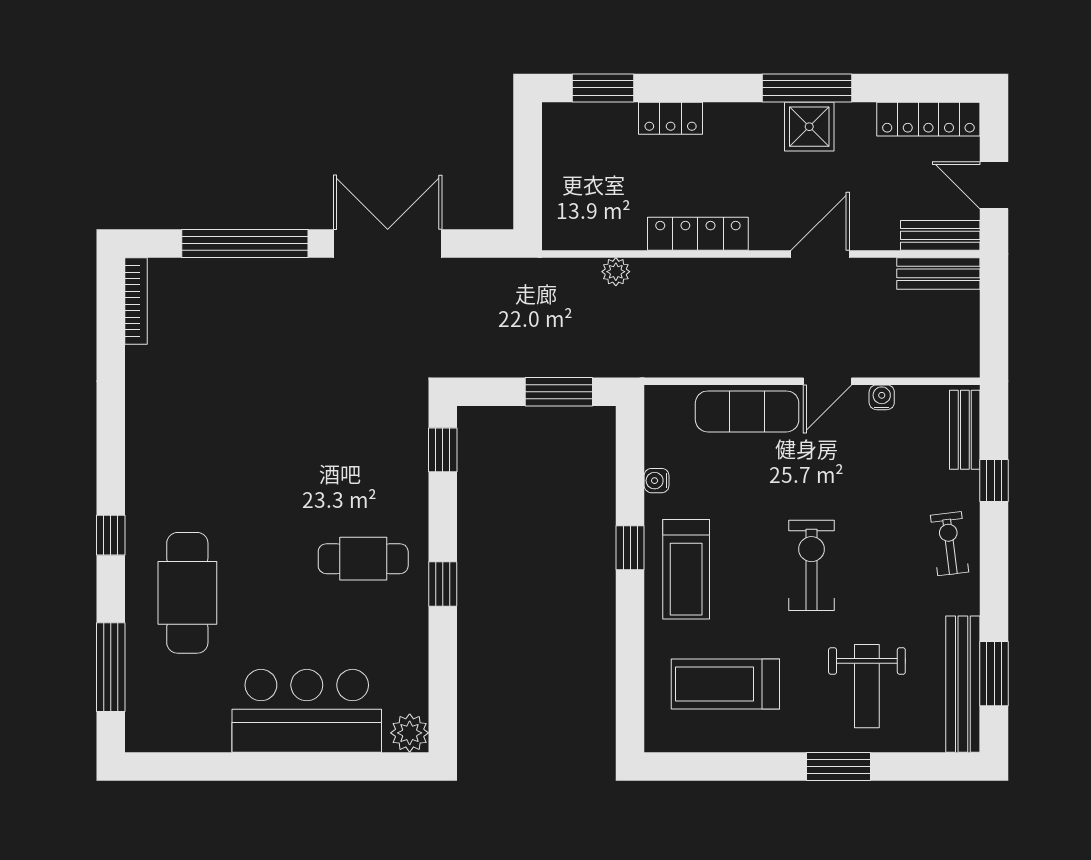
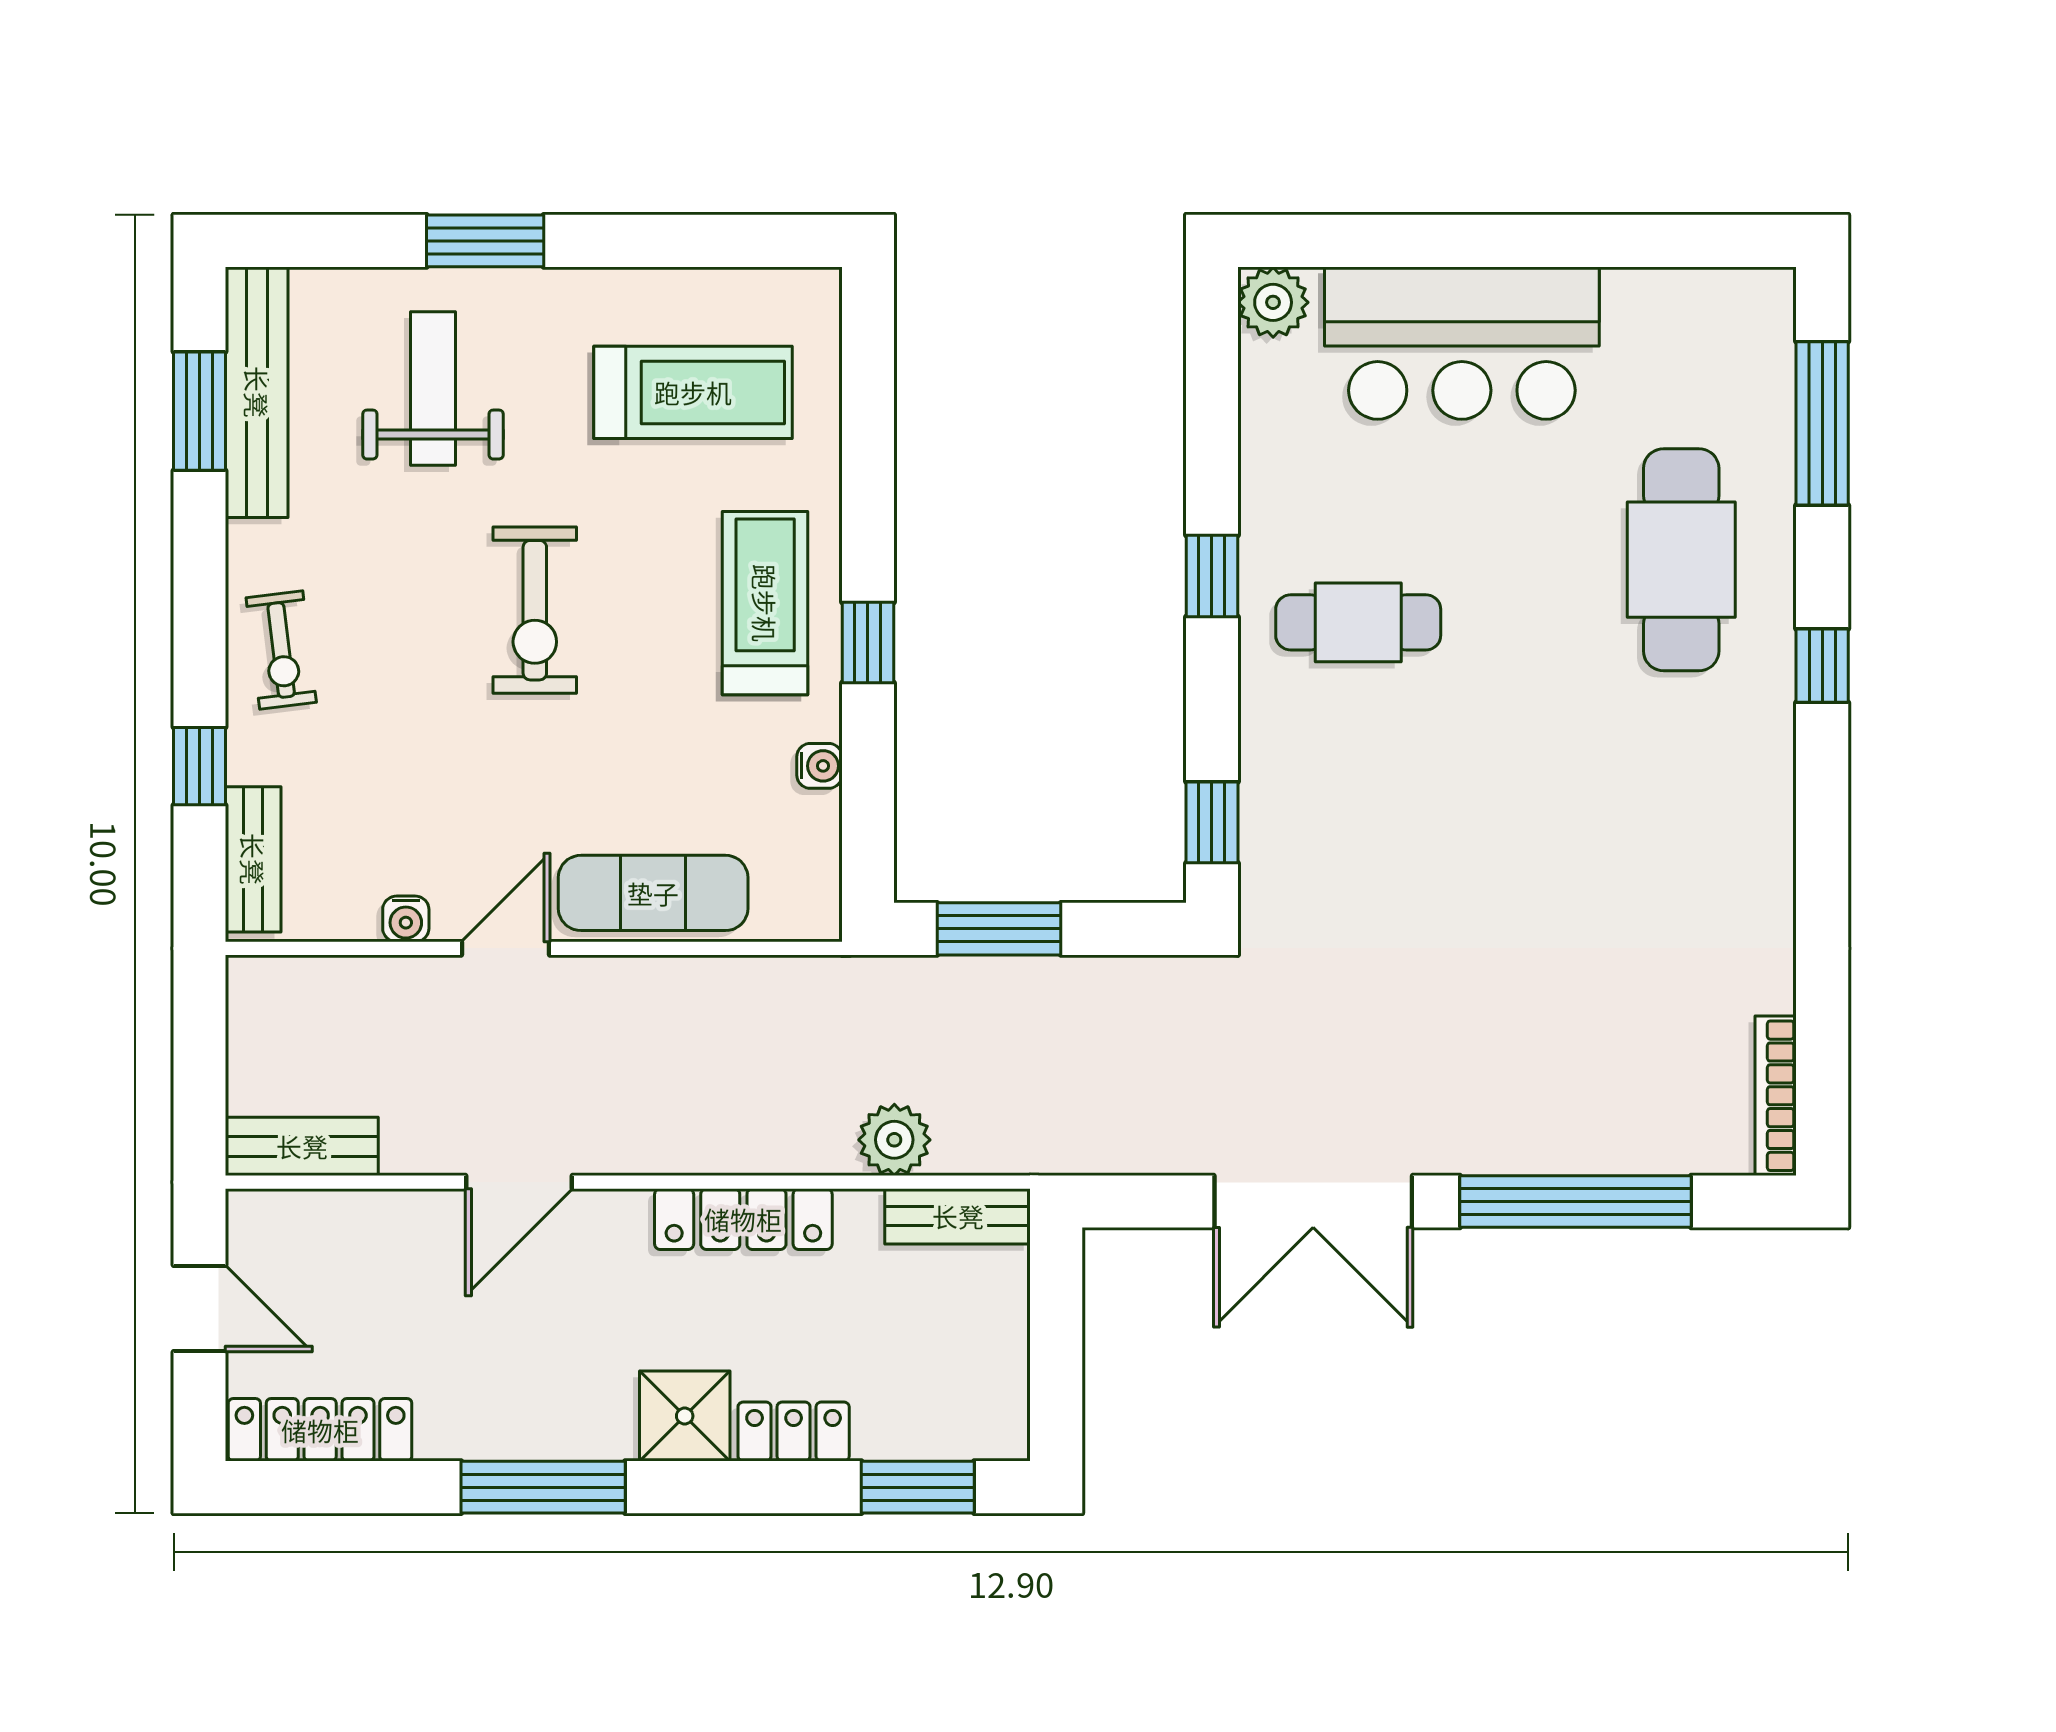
shower: (809, 127) -> (685, 1416), moved
bench: (940, 235) -> (958, 1216), moved
plant: (616, 272) -> (894, 1140), width x1.38, depth x1.38

